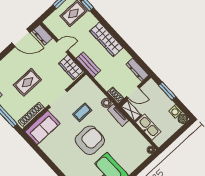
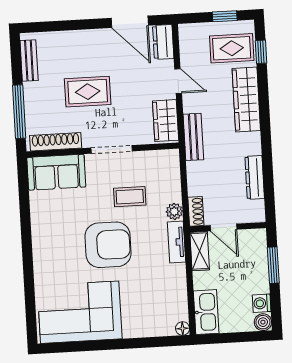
wardrobe: (106, 39) -> (246, 99), moved
dresser: (137, 70) -> (255, 178), moved
kitchen sink: (148, 127) -> (206, 312), moved

